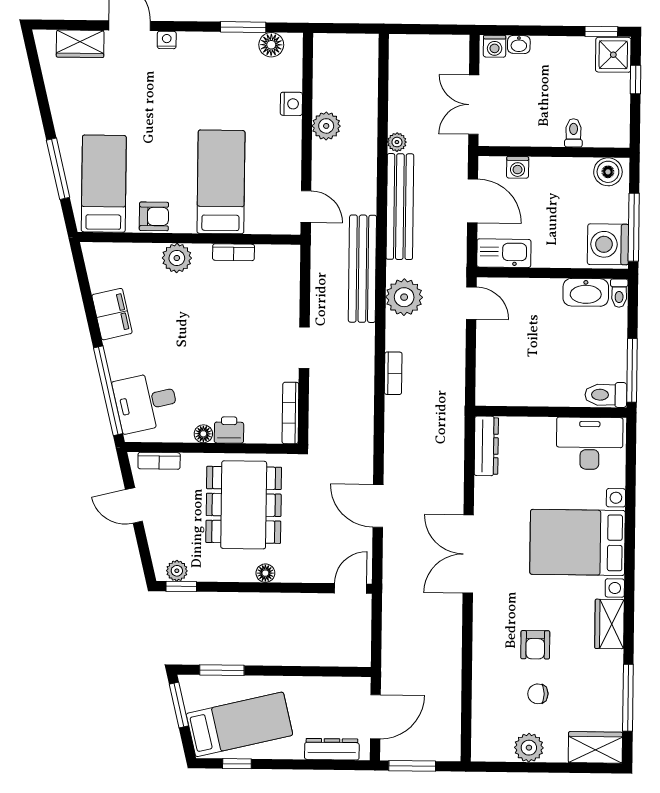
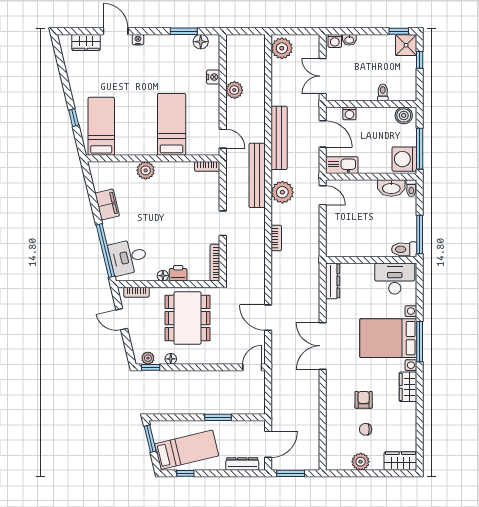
plant: (397, 142) -> (282, 48), moved, width x1.88, depth x1.88
window: (58, 169) -> (74, 118), width x0.46
armchair: (154, 216) -> (132, 146), removed
bookcase: (233, 252) -> (207, 166), moved
floor lamp: (265, 573) -> (171, 359), moved
armchair: (535, 645) -> (364, 400), turned 180
window: (222, 670) -> (218, 417), moved
window: (628, 698) -> (420, 342), moved

